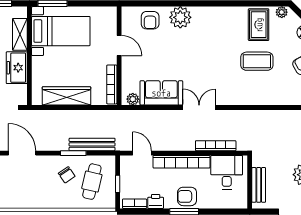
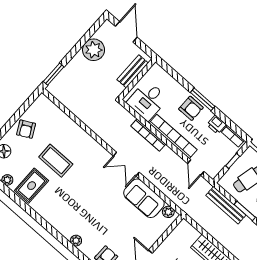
plant: (180, 17) -> (76, 241), width x0.53, depth x0.53
bookcase: (112, 84) -> (174, 236), removed
bookcase: (216, 146) -> (148, 135), moved

